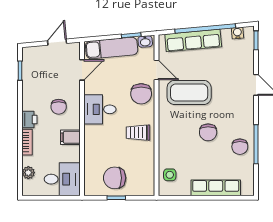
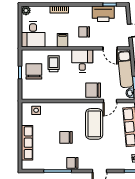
printer: (29, 120) -> (103, 14), moved, width x1.87, depth x1.48
trolley: (138, 133) -> (54, 64), moved
chair: (240, 147) -> (72, 163), moved
plant: (28, 173) -> (26, 10), moved

